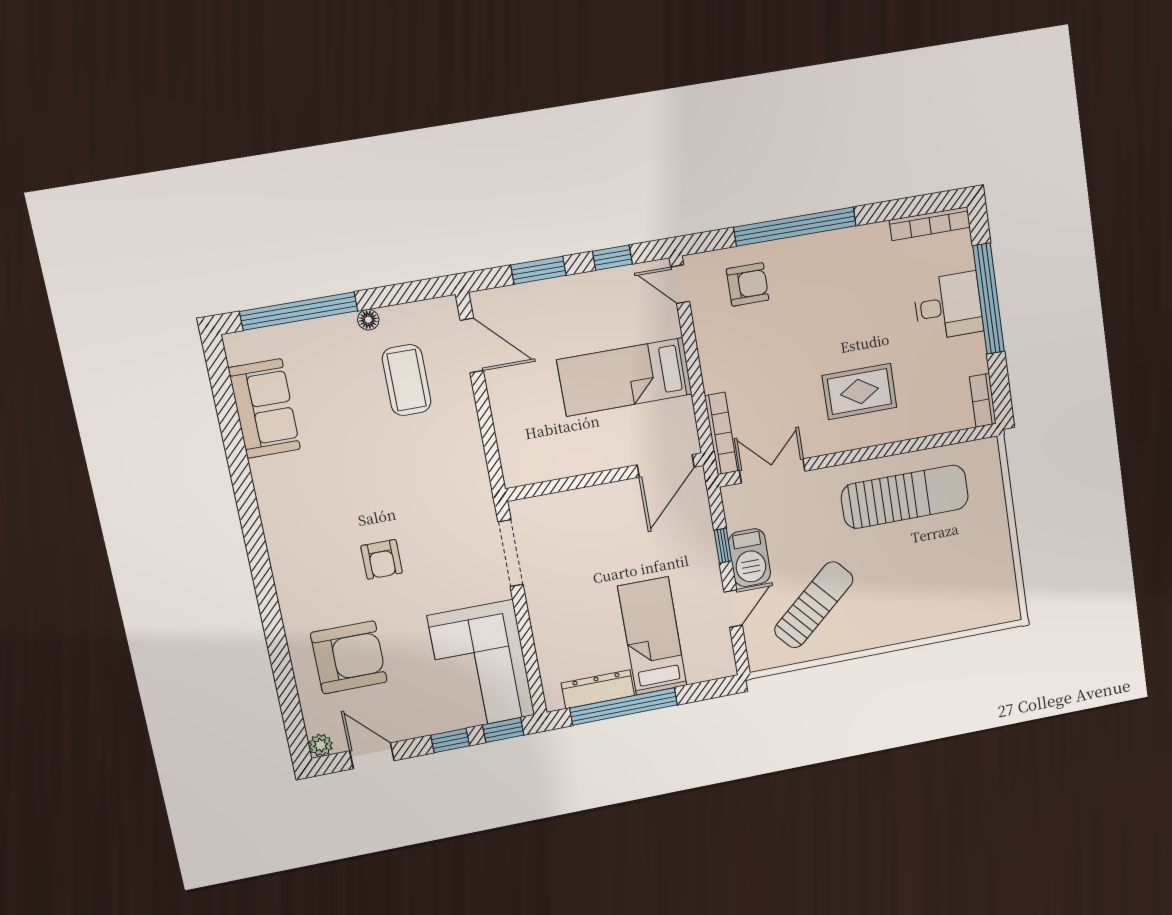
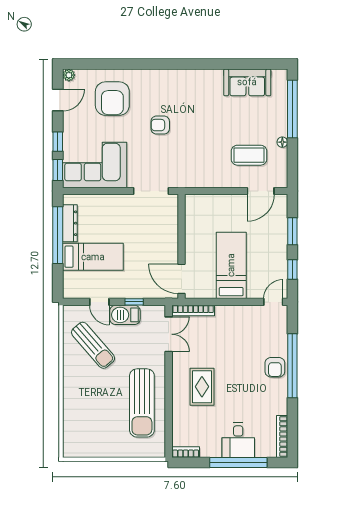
armchair: (748, 284) -> (275, 367), moved

